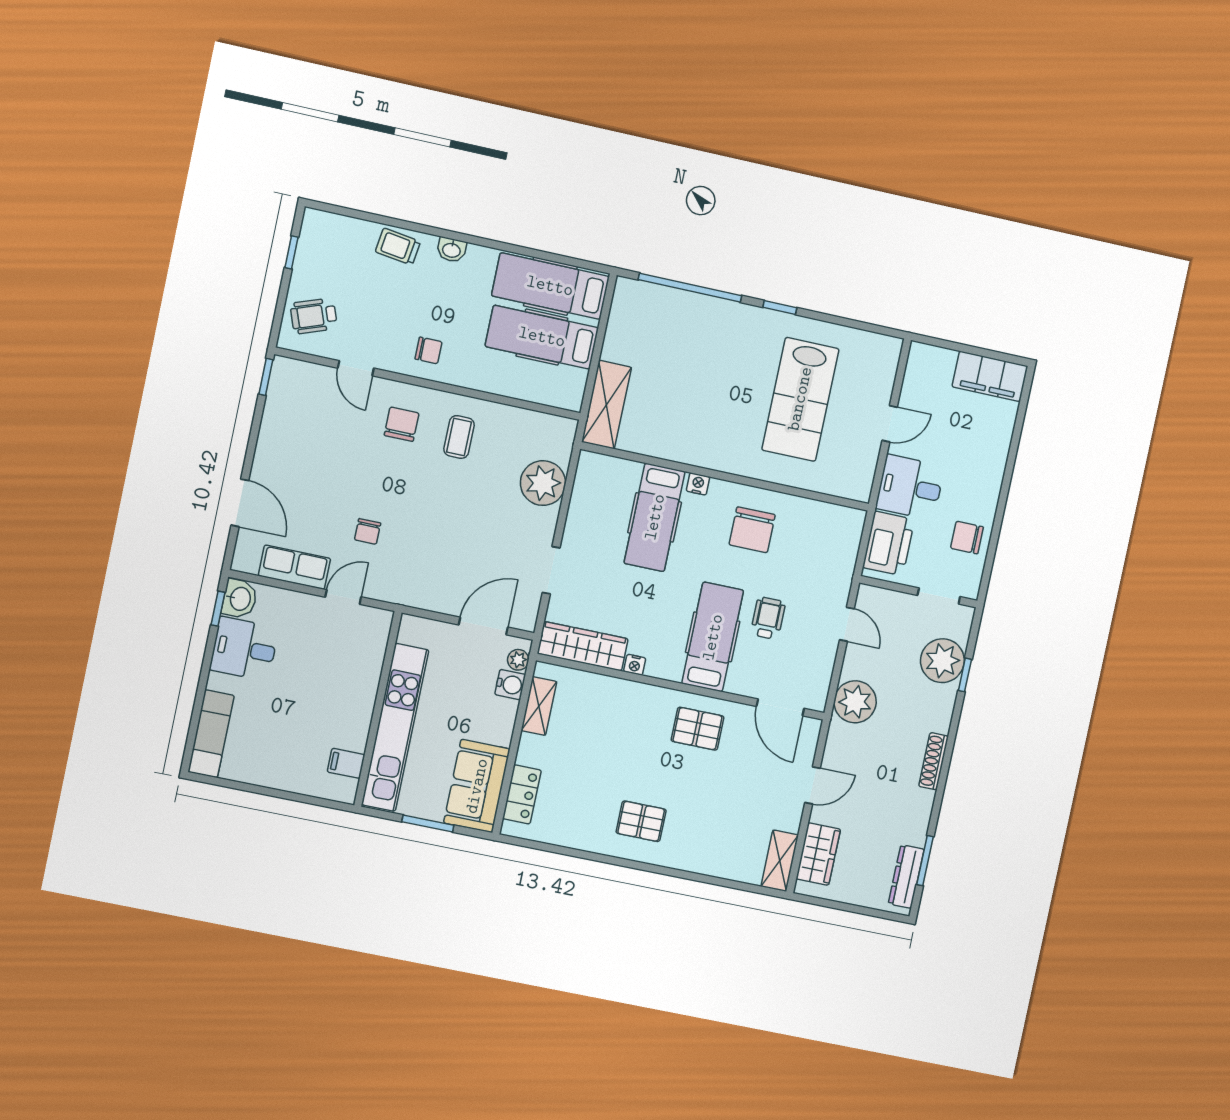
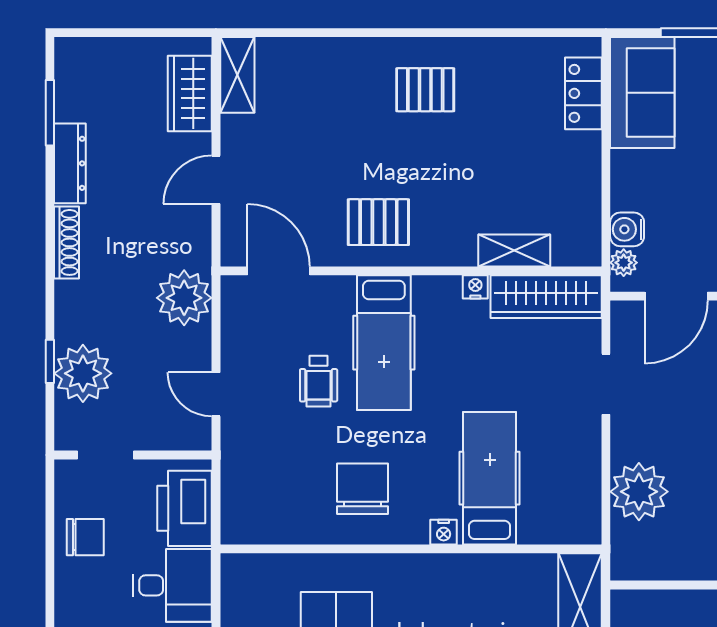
shelving: (539, 706) -> (514, 250), moved, turned 90
dresser: (906, 876) -> (70, 163), moved

